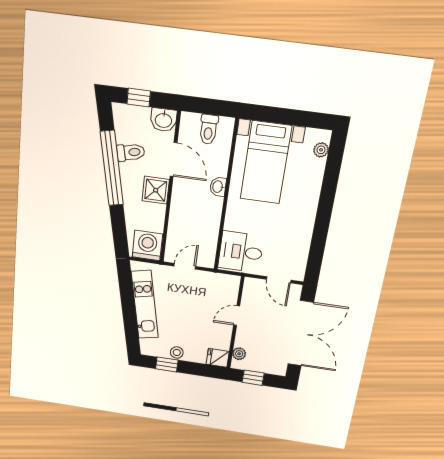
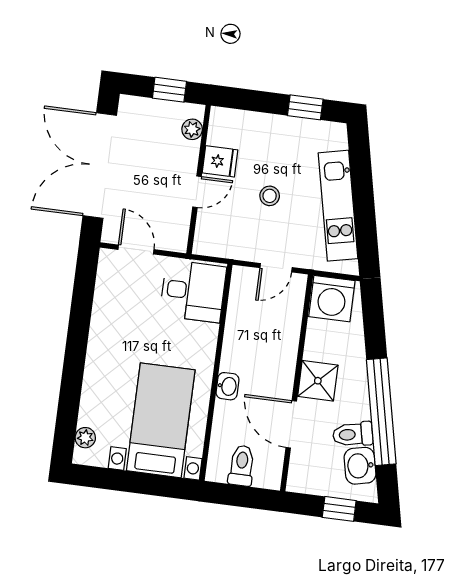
washbasin: (163, 120) -> (360, 466), moved, turned -102
stool: (177, 353) -> (270, 196), moved
fridge: (218, 358) -> (220, 161), moved

